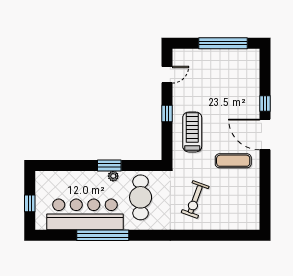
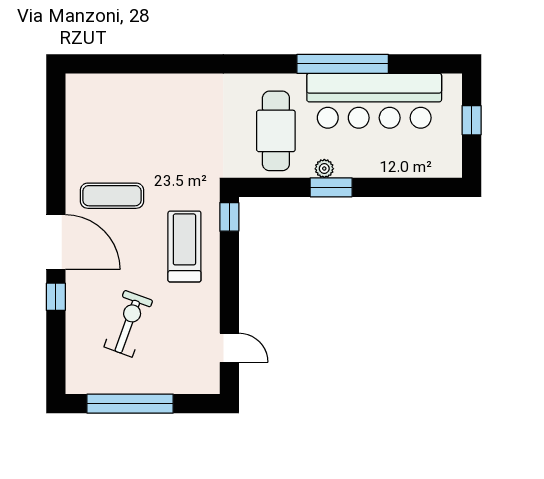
door: (167, 75) -> (229, 348), swing flipped
window: (167, 113) -> (229, 217), moved
treadmill: (192, 132) -> (184, 247), turned 180
exercise bike: (195, 199) -> (128, 324), moved

